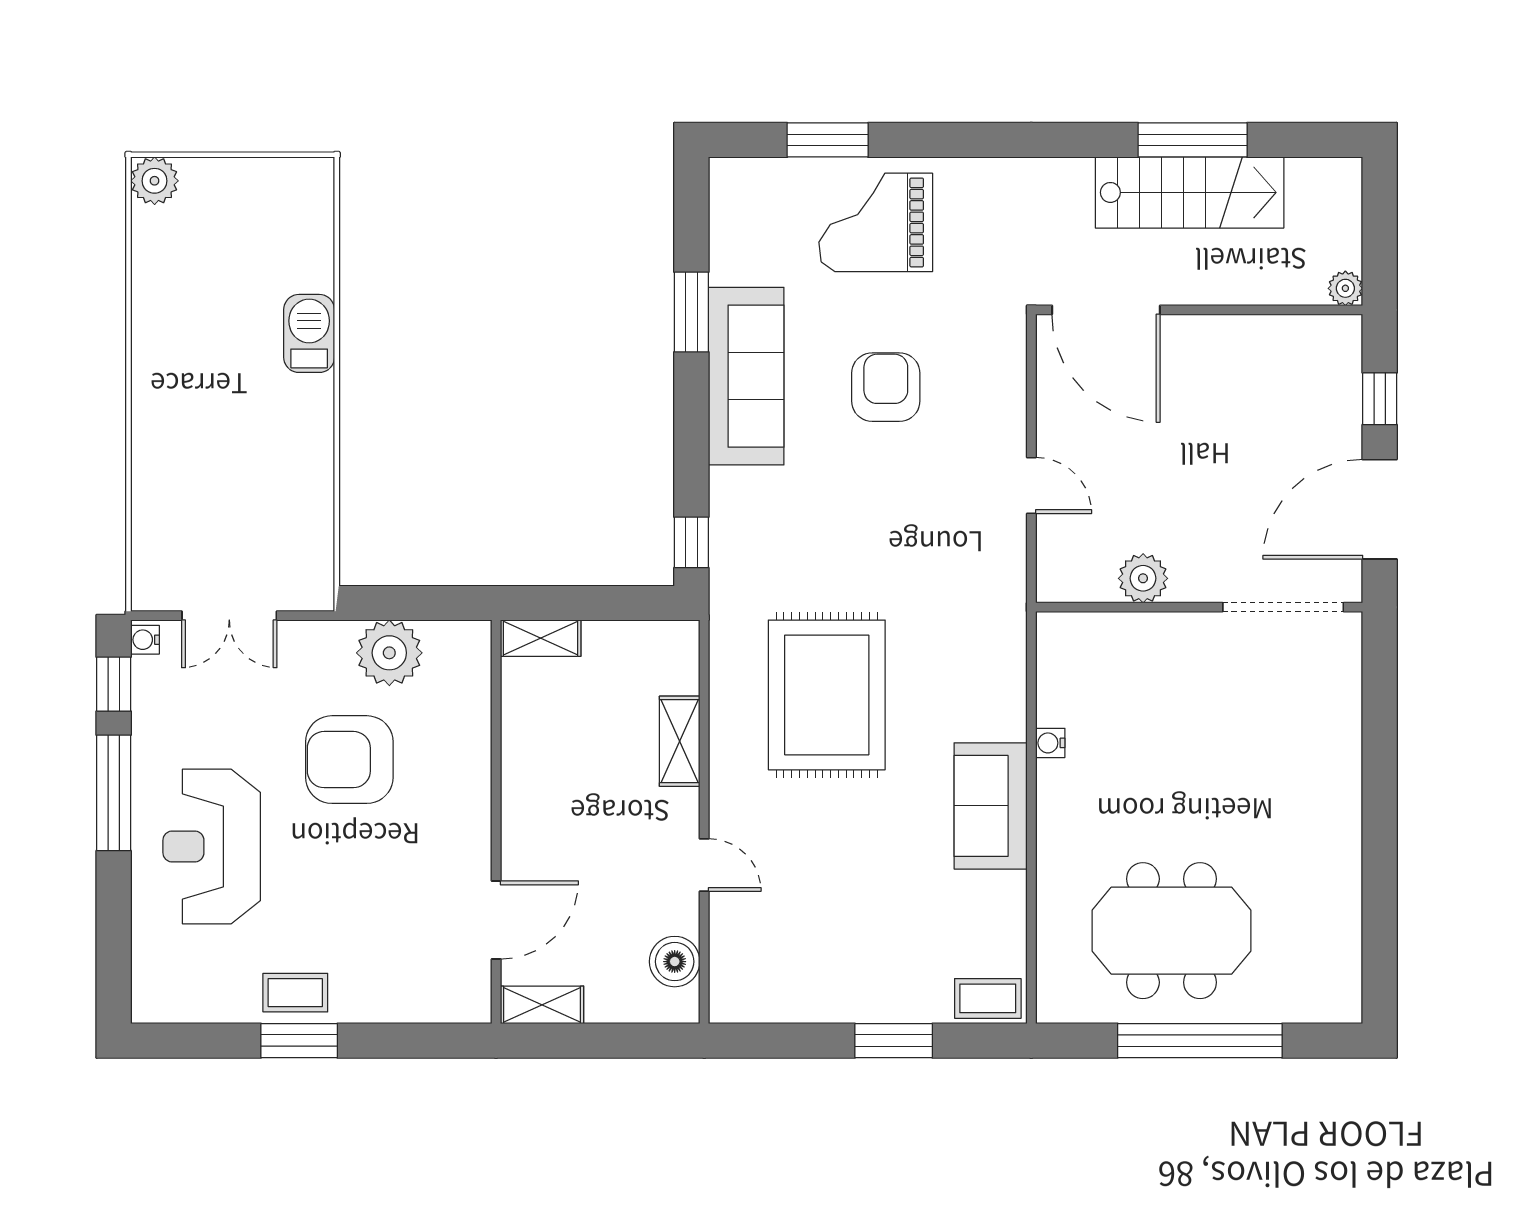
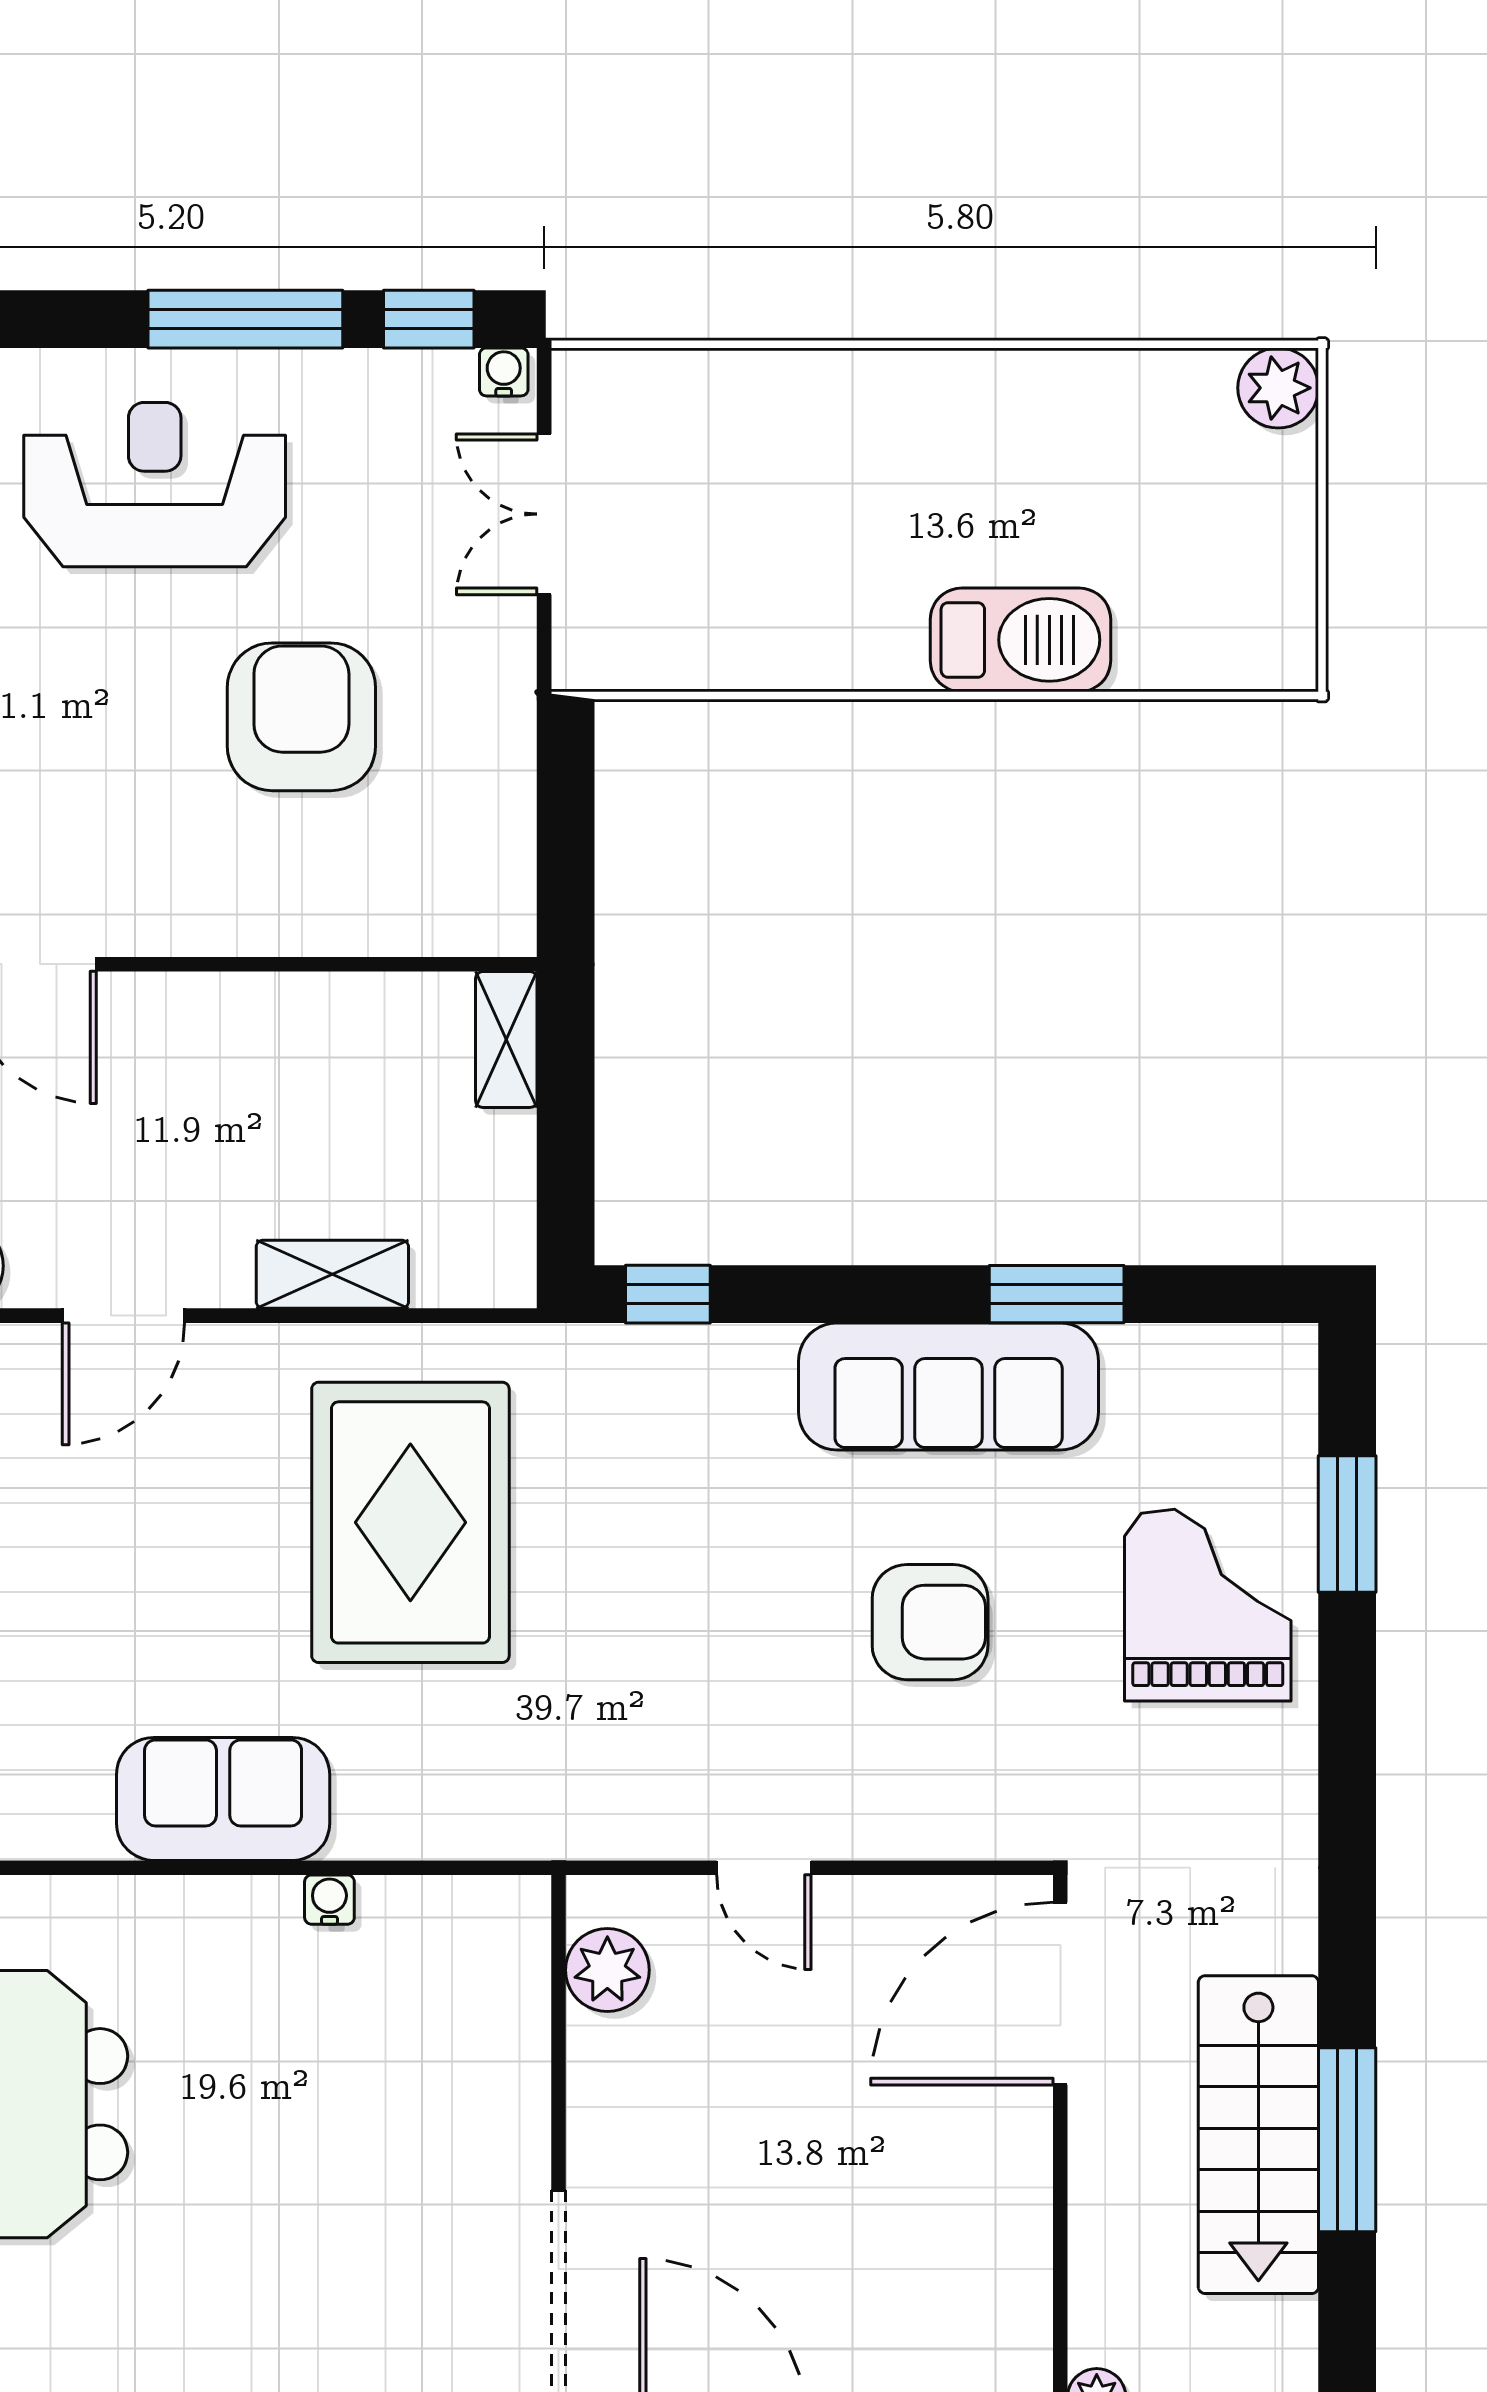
barbecue: (309, 333) -> (1020, 640), width x1.37, depth x1.21
door: (1031, 486) -> (764, 1868), hinge flipped
plant: (1143, 578) -> (607, 1970), moved
plant: (389, 653) -> (481, 784), removed
rug: (827, 695) -> (410, 1522), turned 90
door: (704, 865) -> (123, 1316), width x1.38

